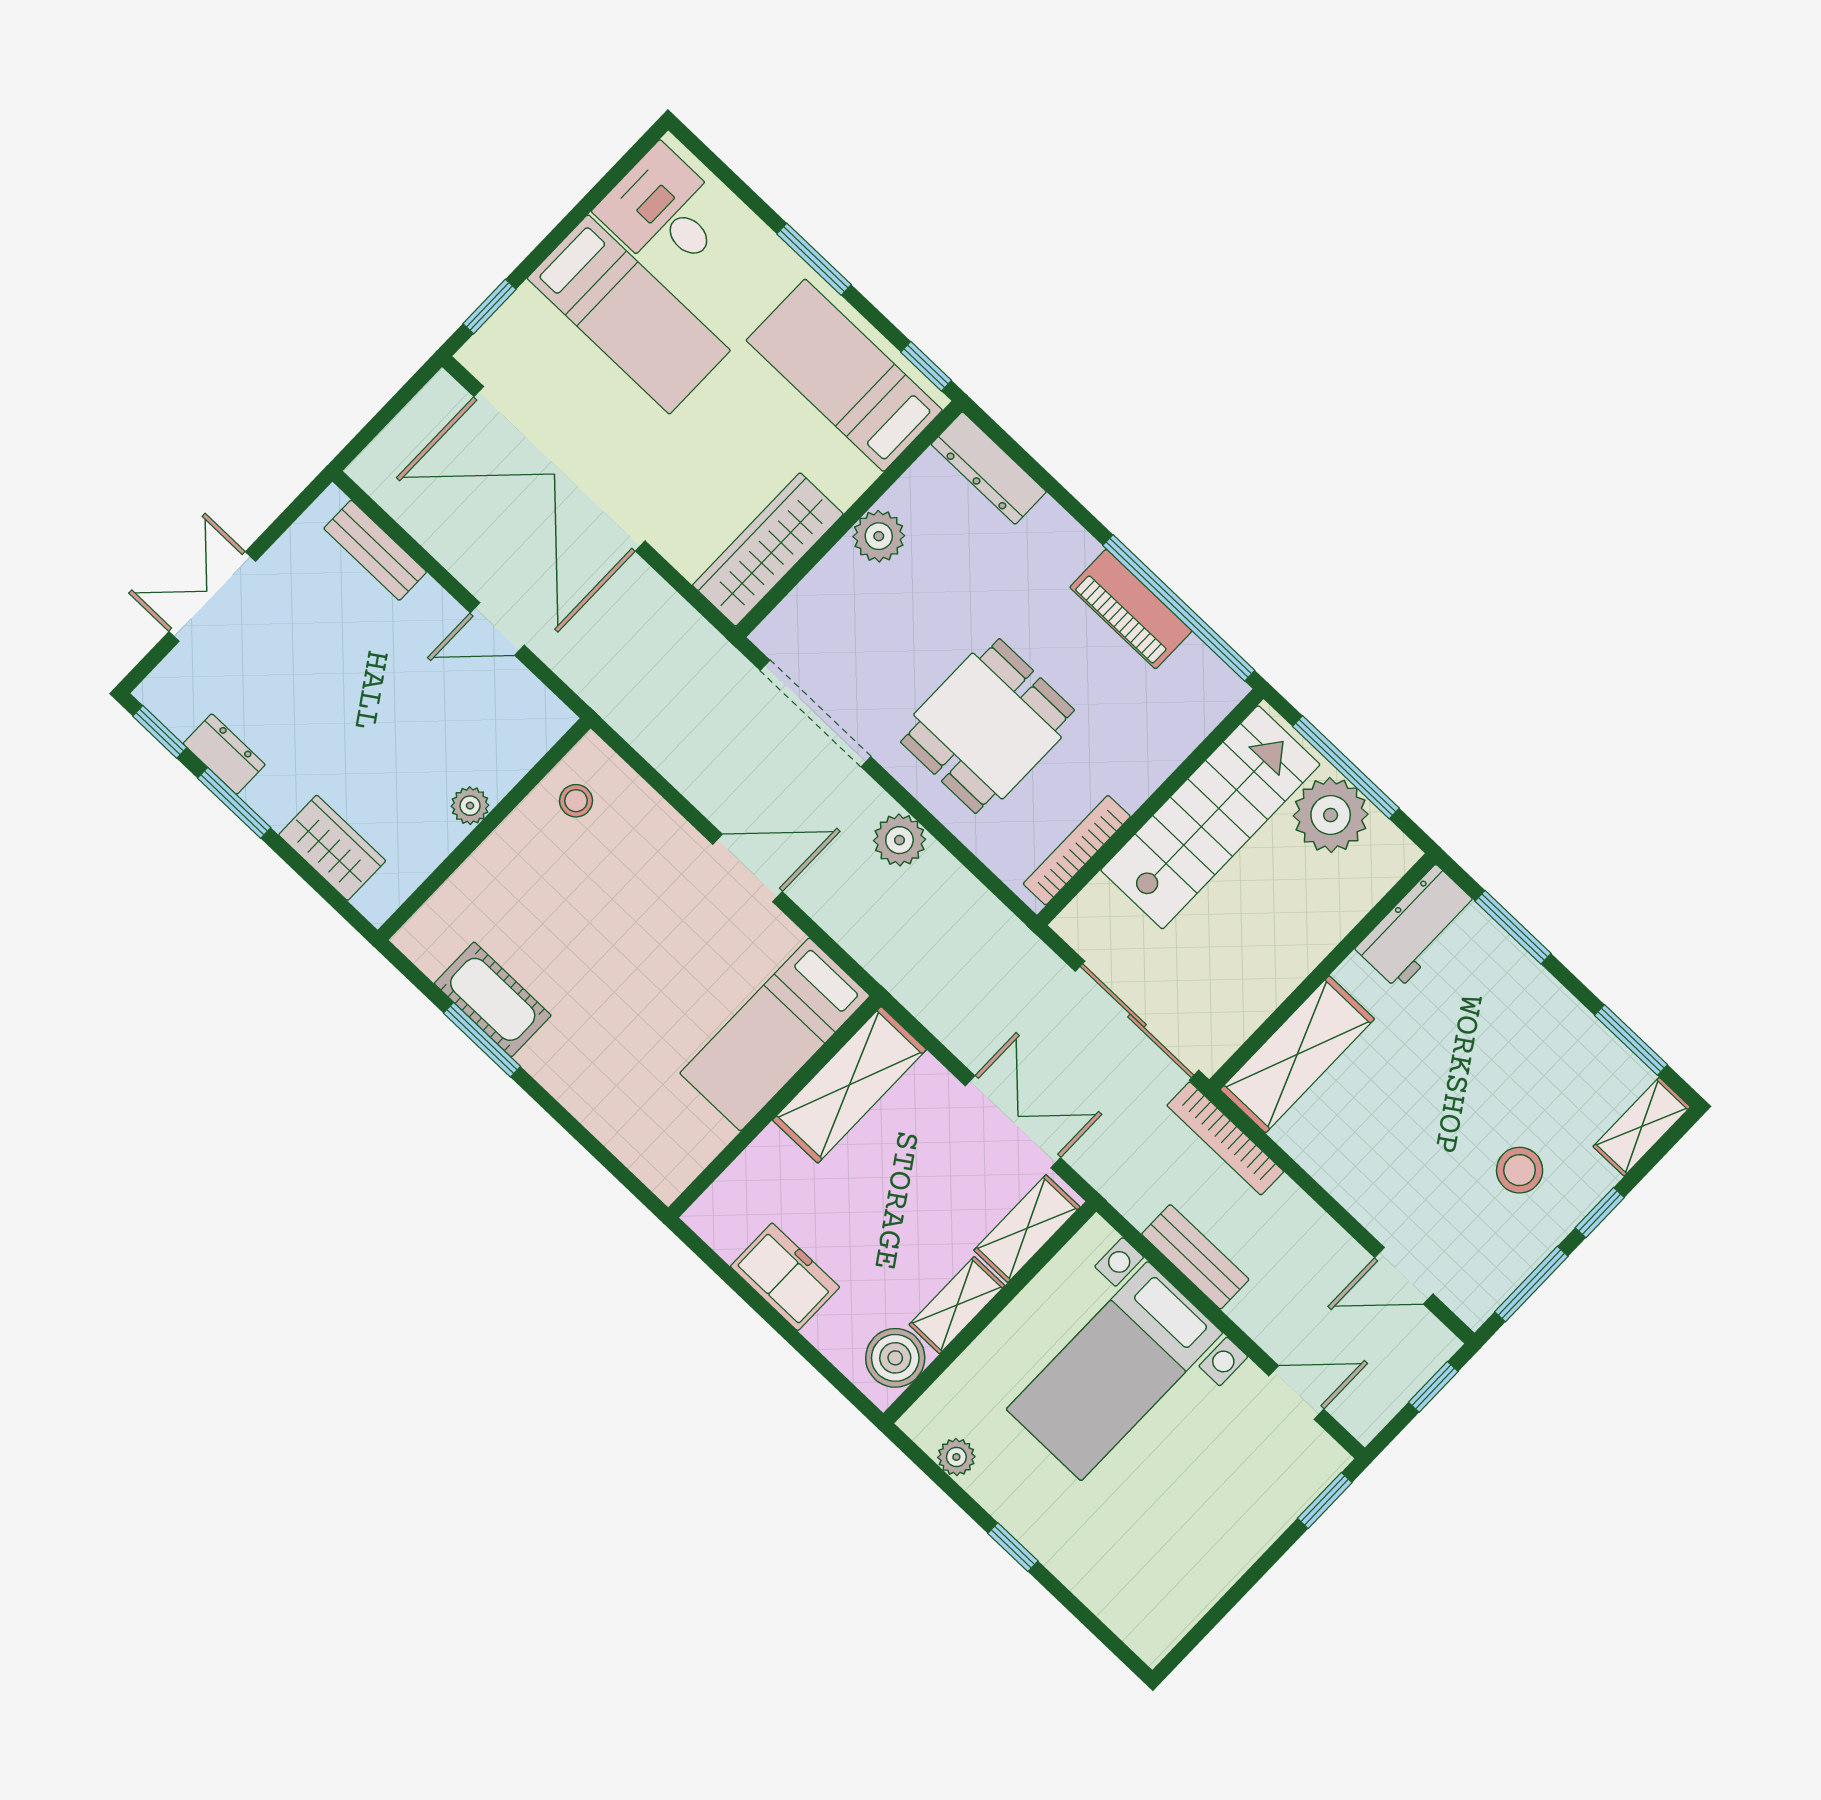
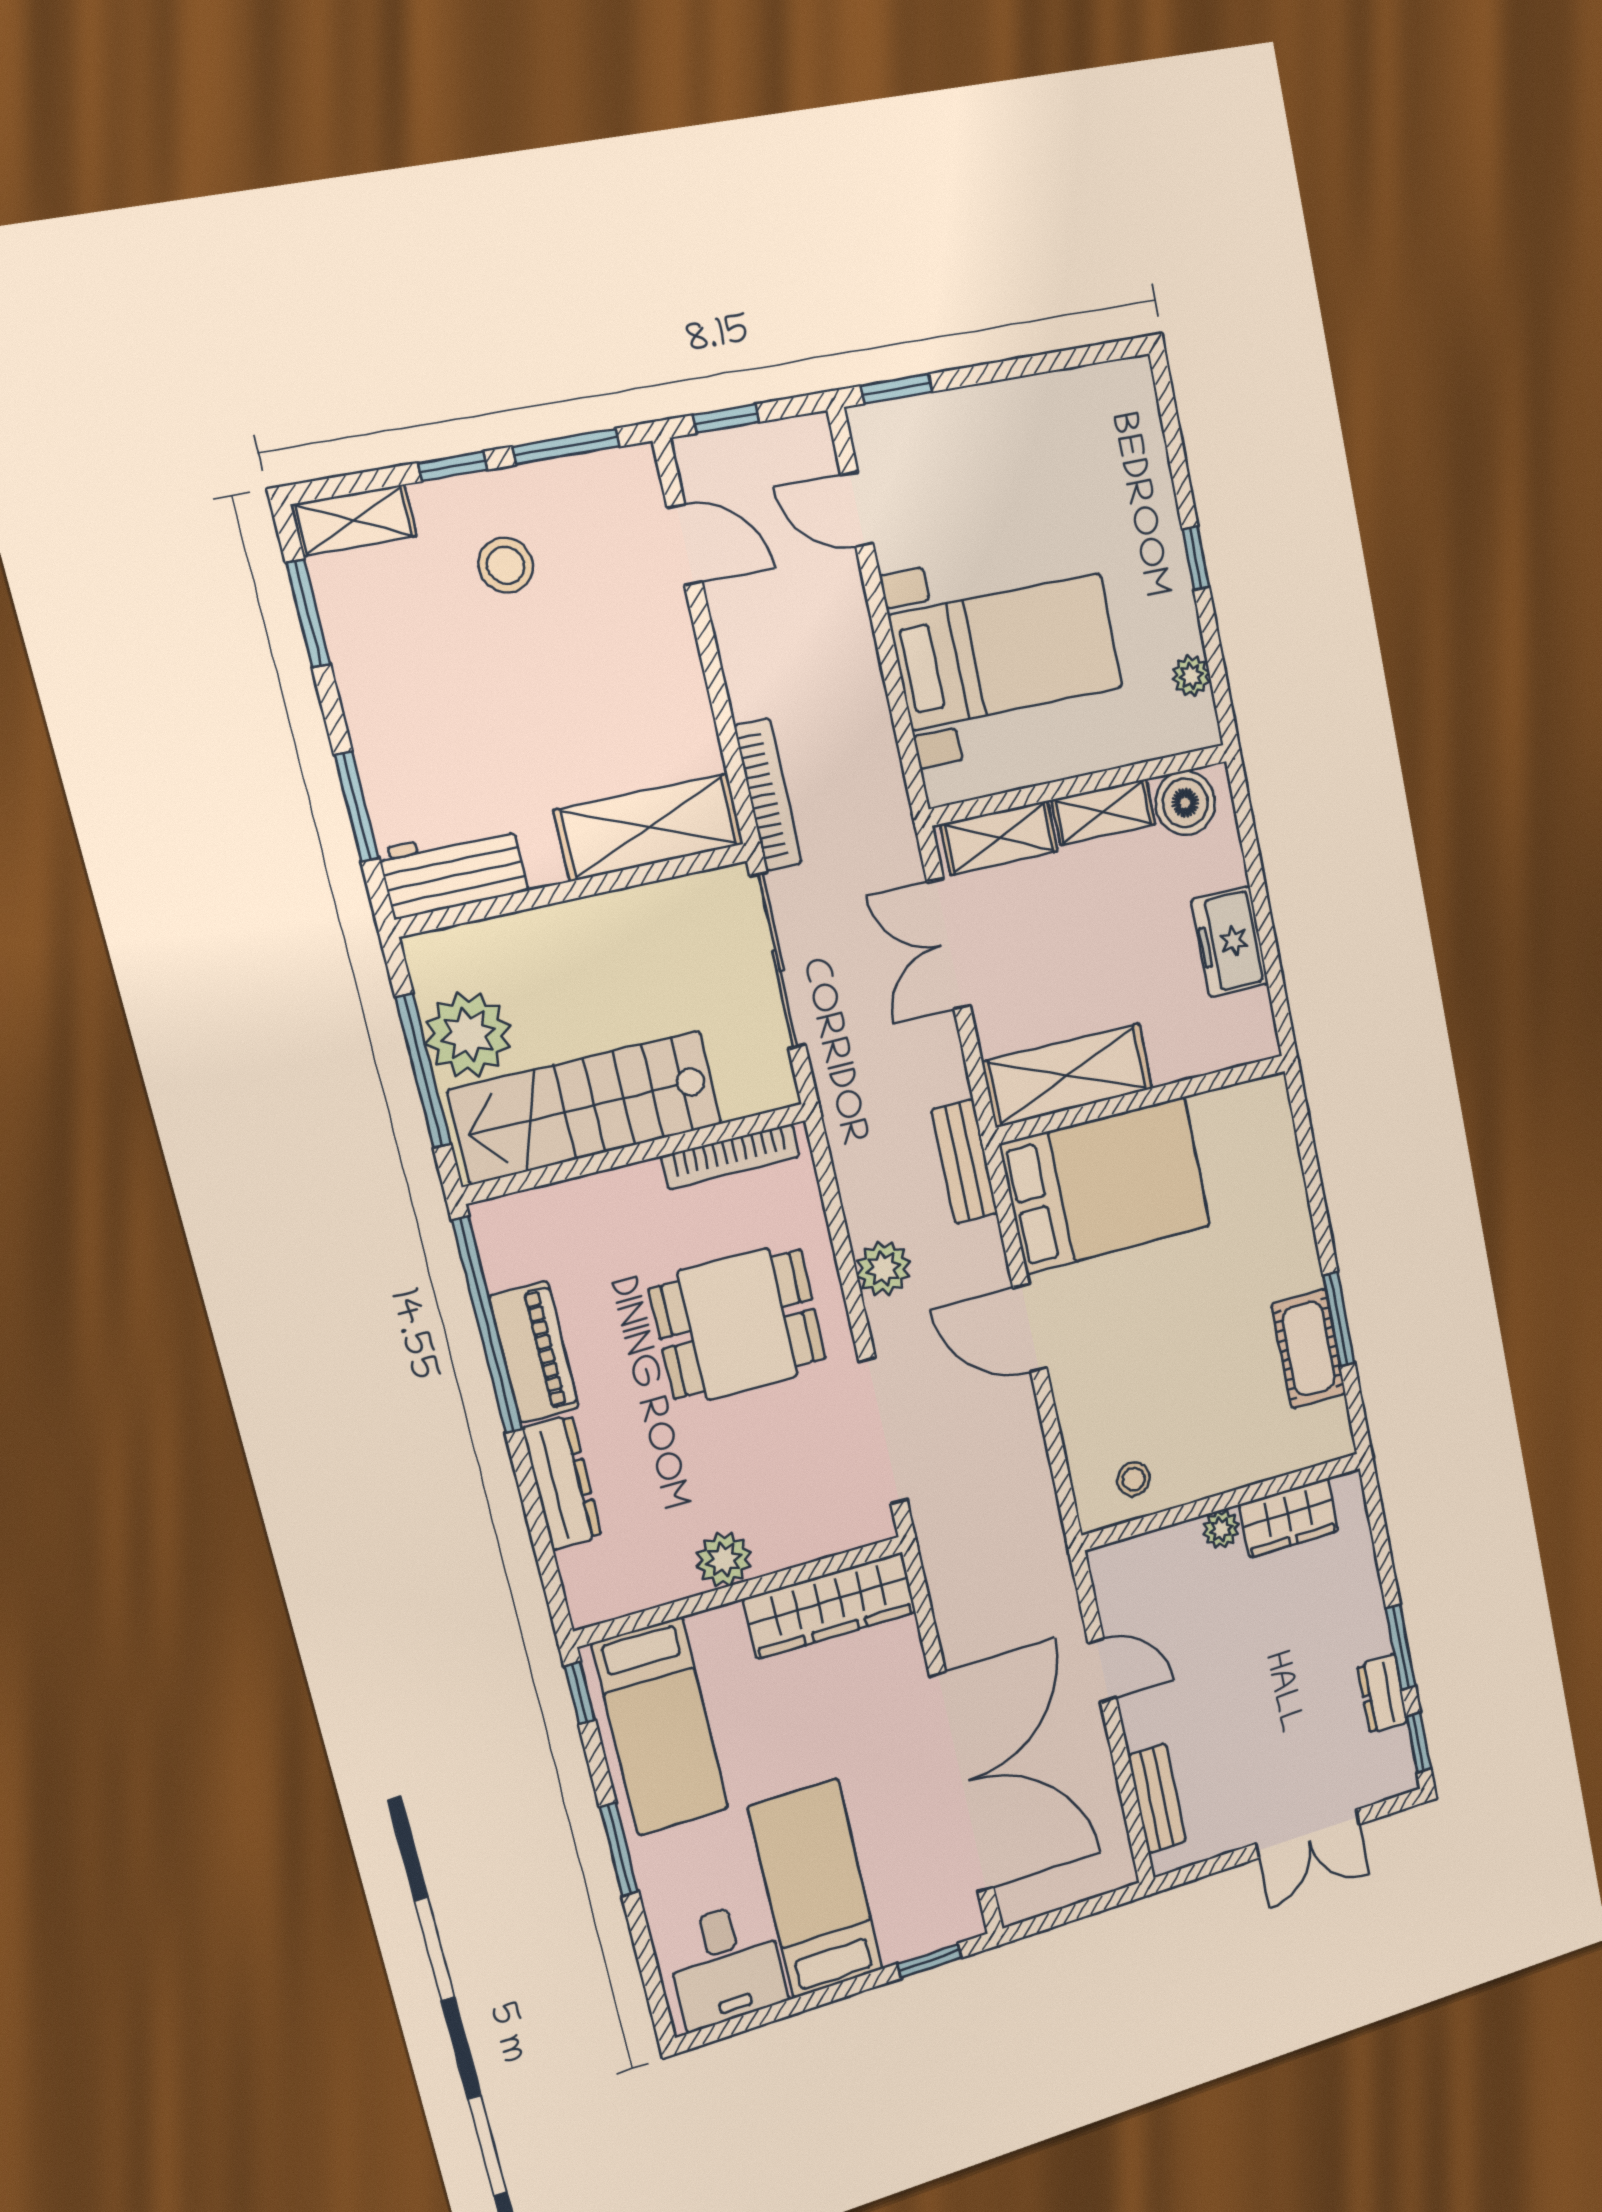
dresser: (989, 468) -> (562, 1483), moved
wardrobe: (332, 848) -> (1289, 1518), moved, turned -90
bed: (775, 1034) -> (1106, 1185), width x1.50
bench: (1195, 1257) -> (964, 1162), moved

